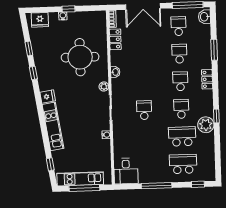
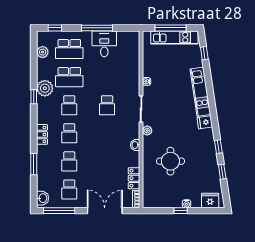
round table: (80, 57) -> (170, 161), width x0.73, depth x0.73
plant: (209, 160) -> (43, 52), added
desk: (126, 171) -> (104, 44), moved

